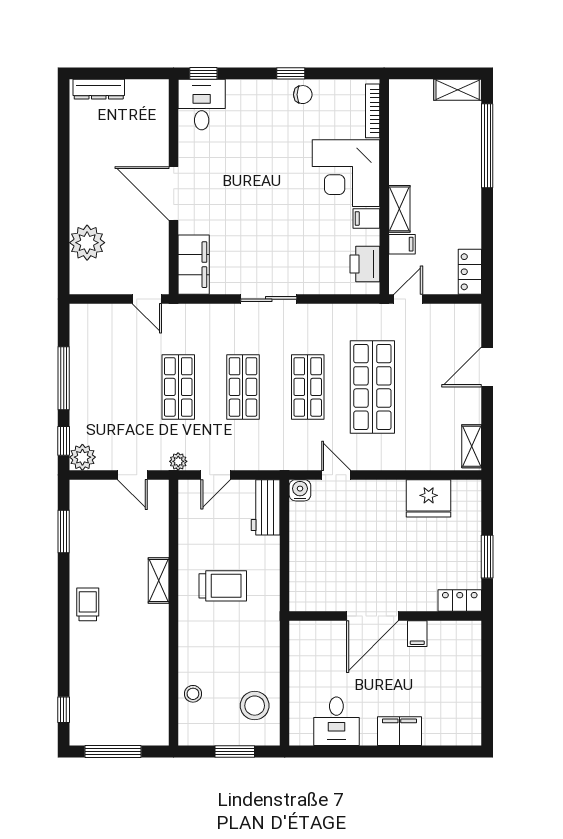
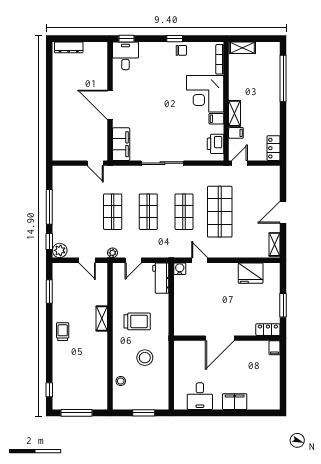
shelving: (458, 90) -> (242, 48), moved
plant: (87, 243) -> (62, 132), removed
sliding door: (269, 299) -> (162, 163), width x1.37
door: (487, 367) -> (283, 212), moved
filing cabinet: (417, 634) -> (274, 348), moved
stool: (255, 706) -> (145, 358), moved

